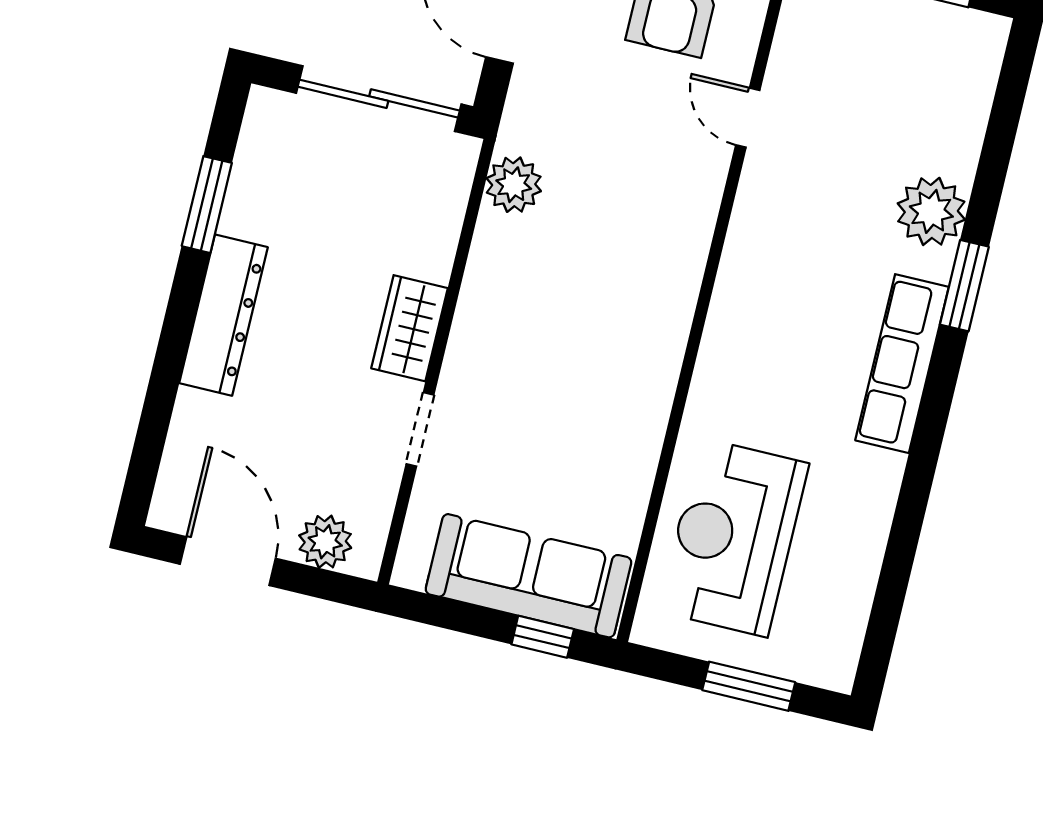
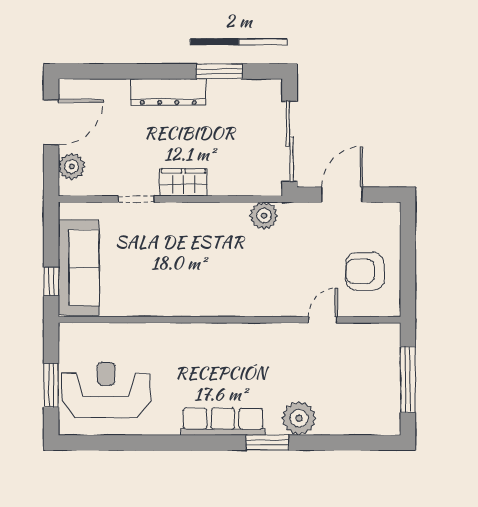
reception desk: (734, 537) -> (106, 390), moved

